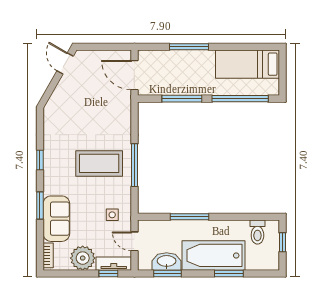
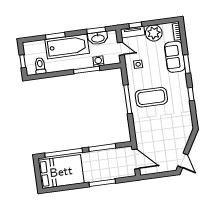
bed: (247, 64) -> (61, 172), width x1.50
washing machine: (170, 227) -> (98, 61), added

